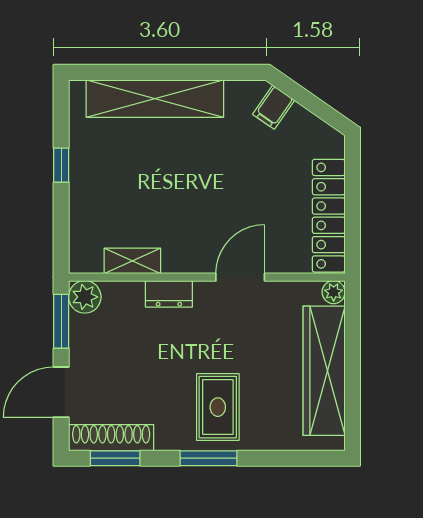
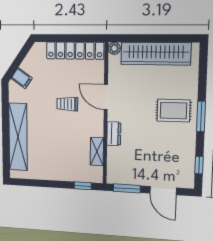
window: (61, 165) -> (83, 186), moved
trolley: (225, 201) -> (67, 104), added
plant: (85, 297) -> (115, 176), removed
shoe rack: (111, 438) -> (188, 167), removed
window: (115, 458) -> (199, 165), width x0.67

